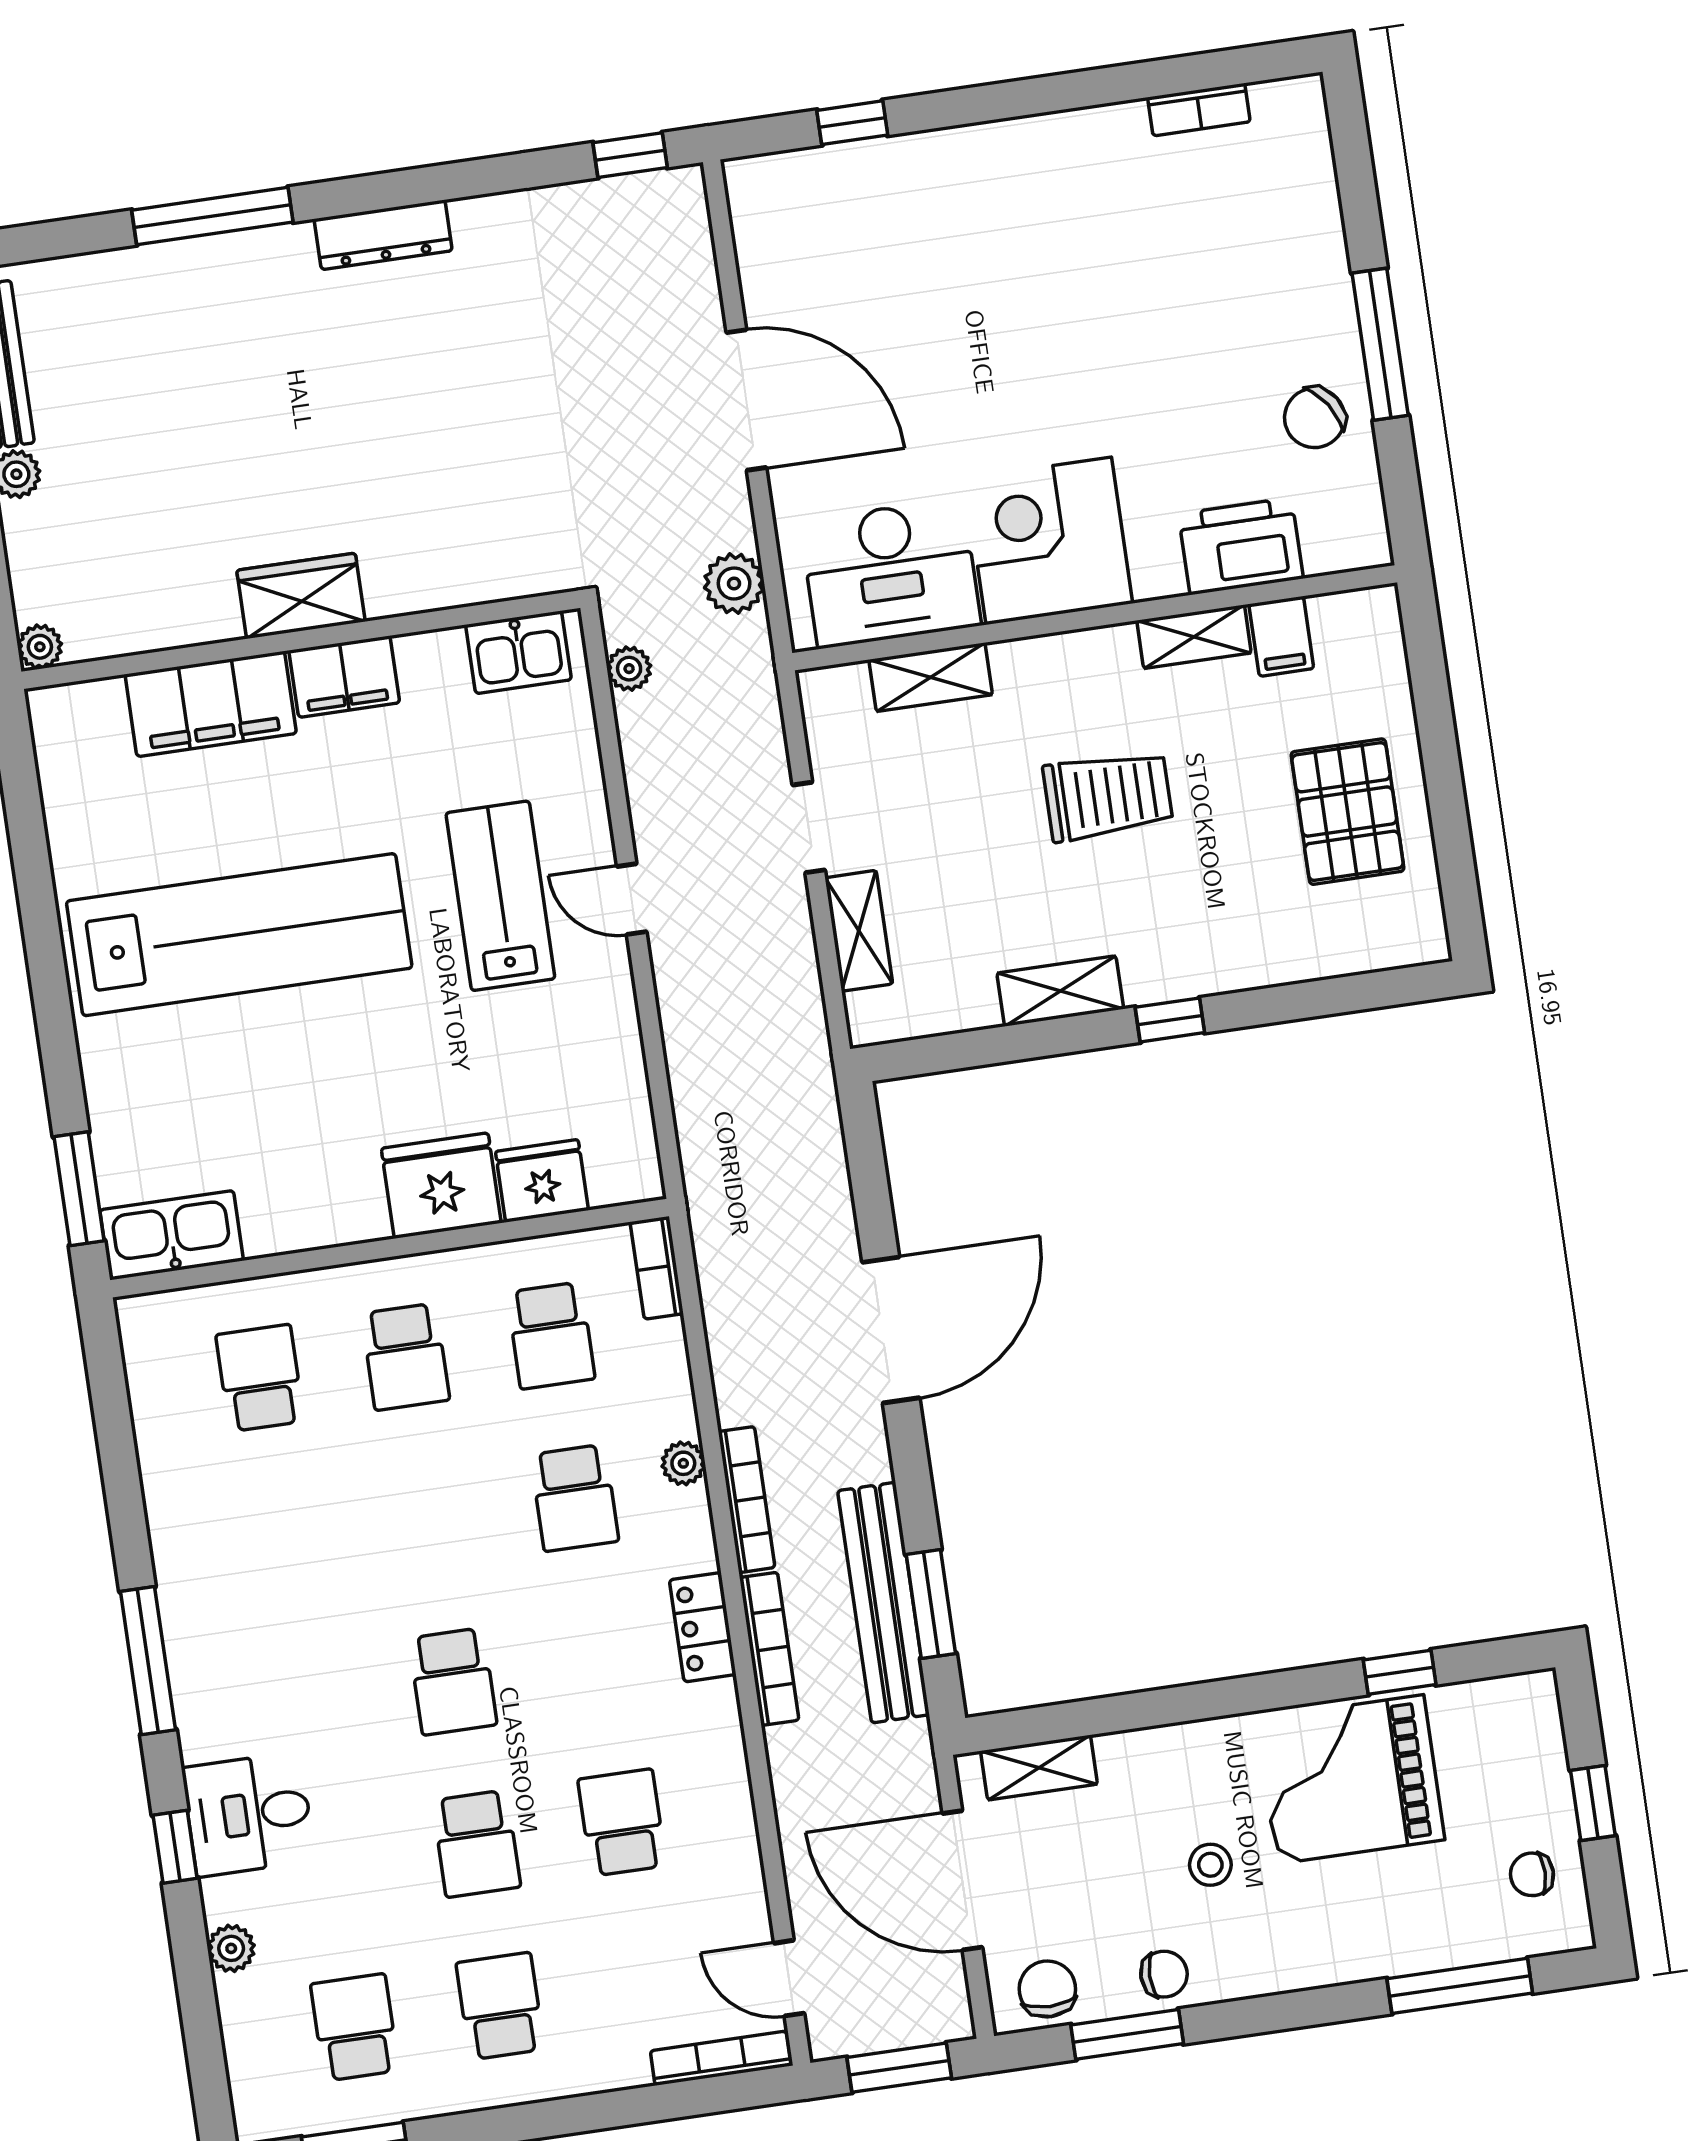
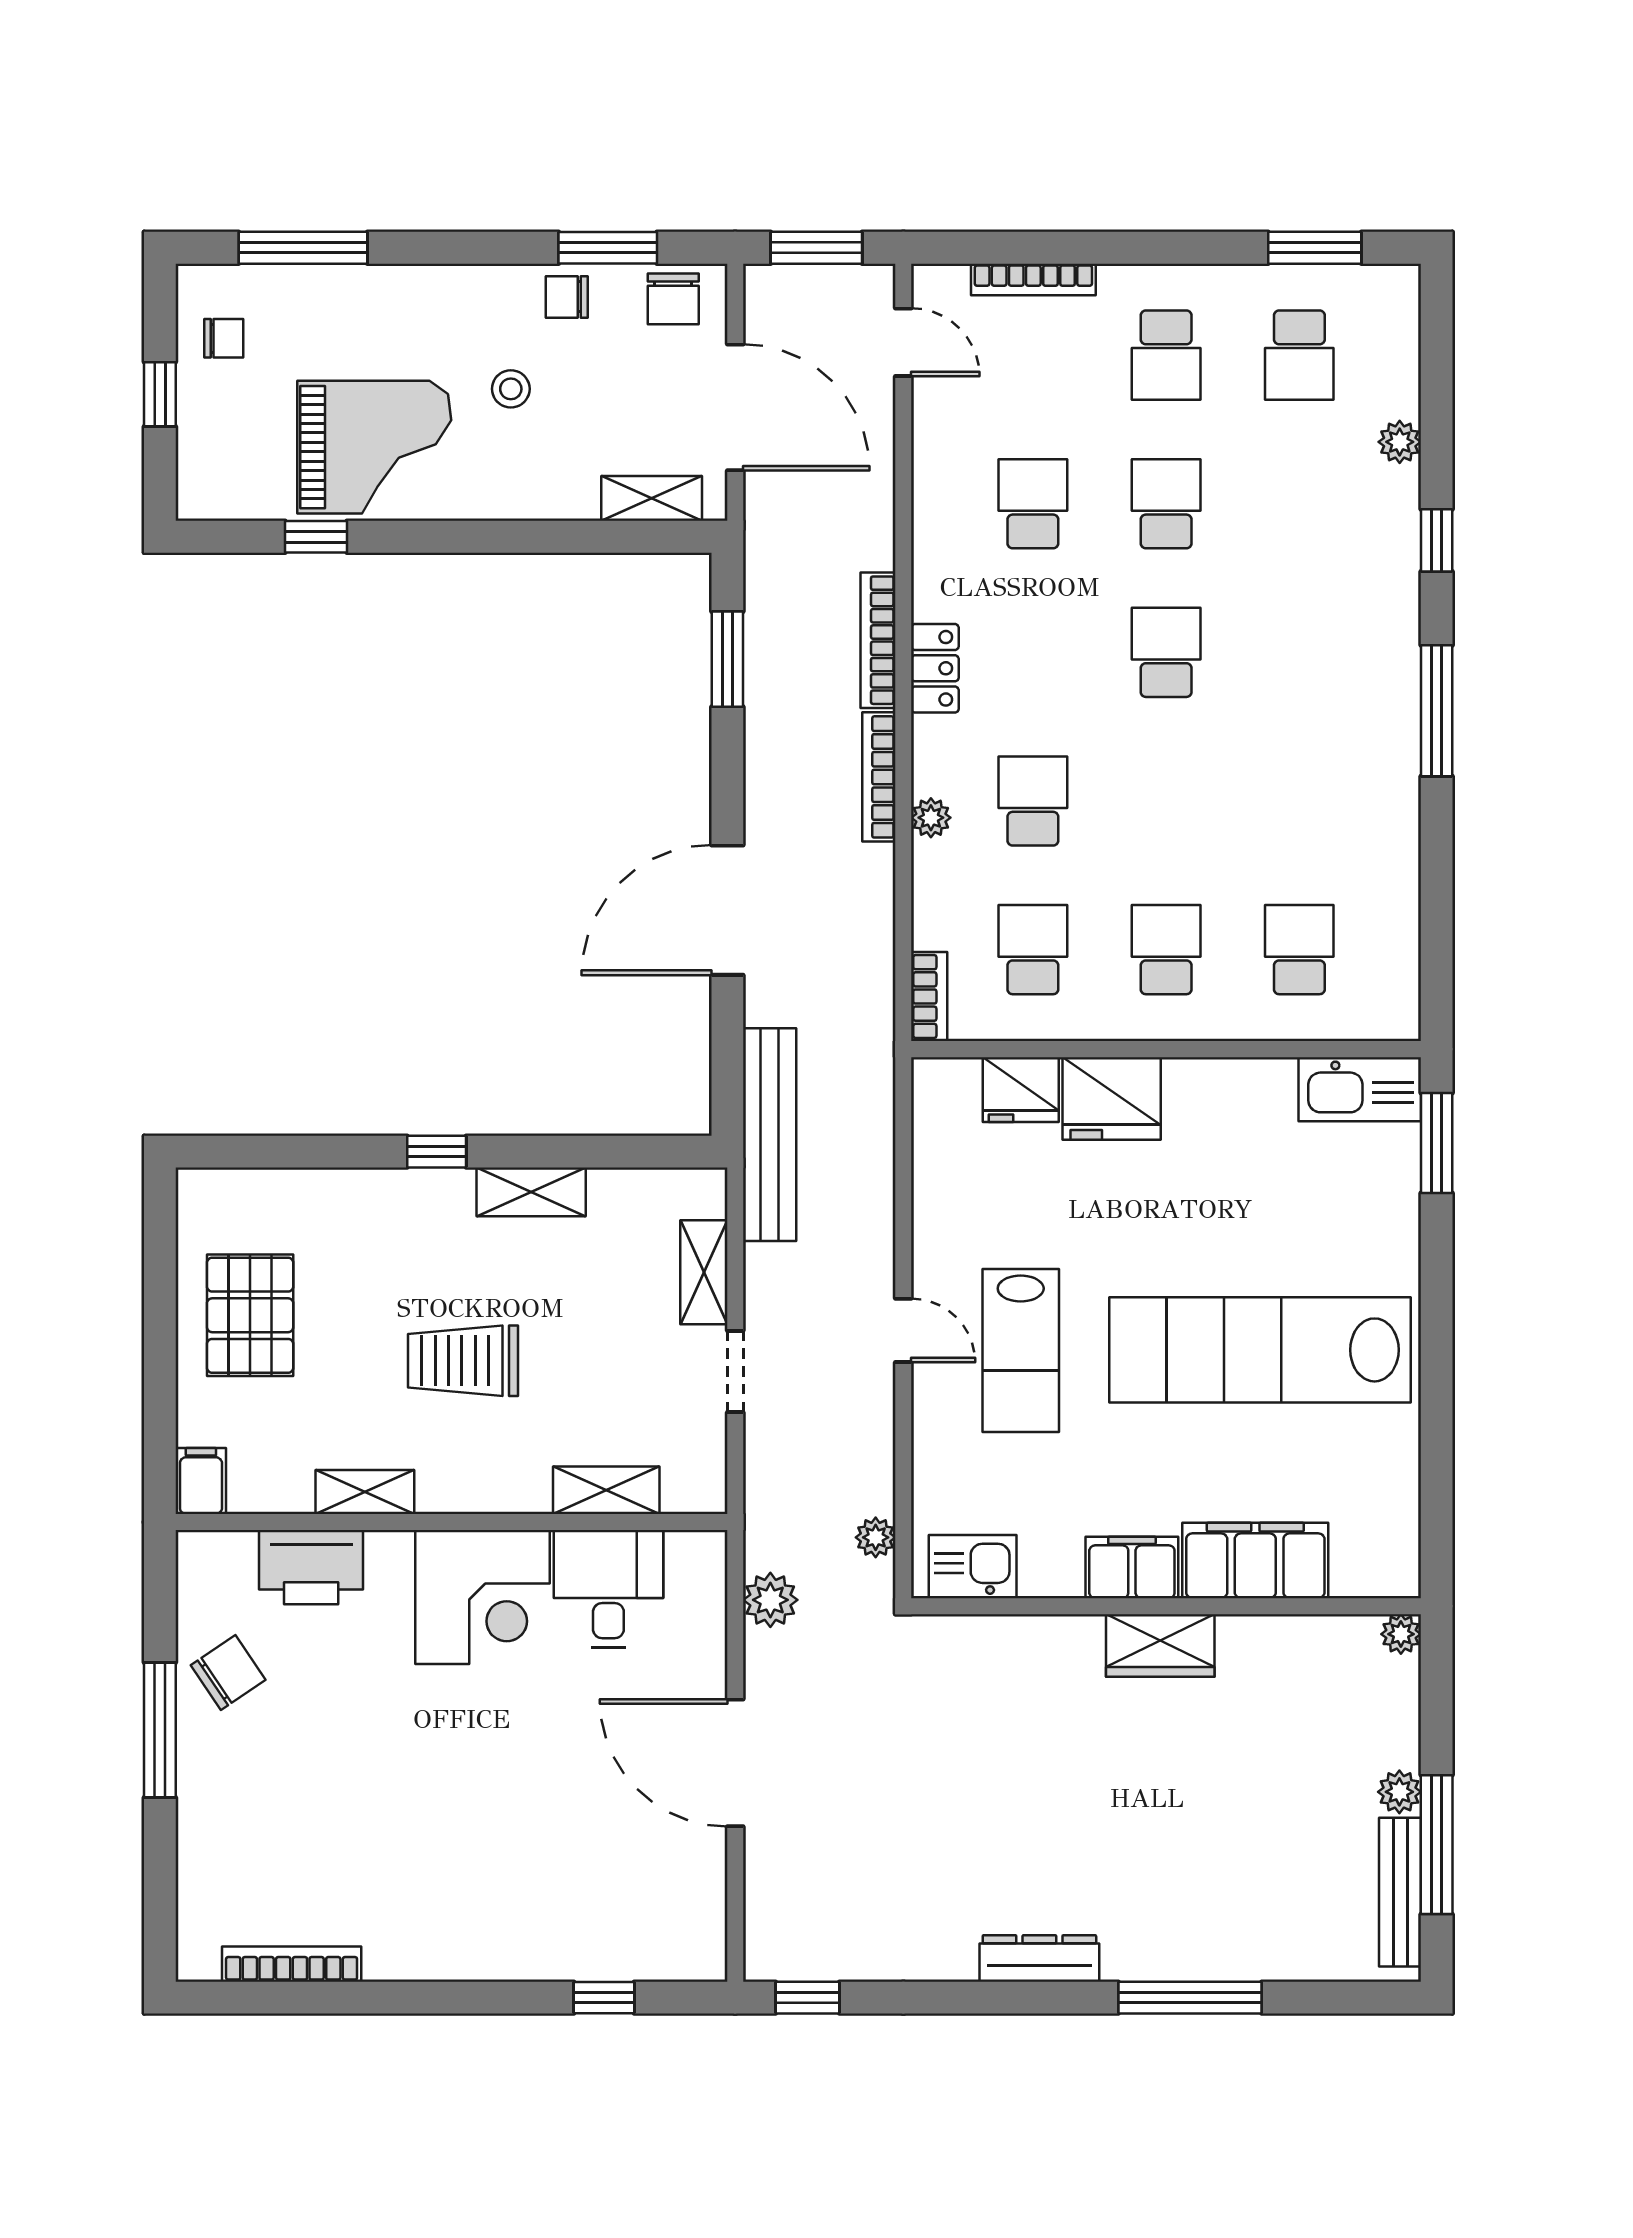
bookcase: (1199, 110) -> (292, 1964), width x1.56
desk: (890, 573) -> (608, 1589), width x0.73
filing cabinet: (1281, 636) -> (201, 1481), moved
school desk: (260, 1378) -> (1299, 950), turned 180
bench: (884, 1603) -> (770, 1135), moved
desk: (249, 1814) -> (1367, 560), removed
school desk: (622, 1823) -> (1033, 504), turned 180
bookcase: (721, 2058) -> (1033, 279), moved

